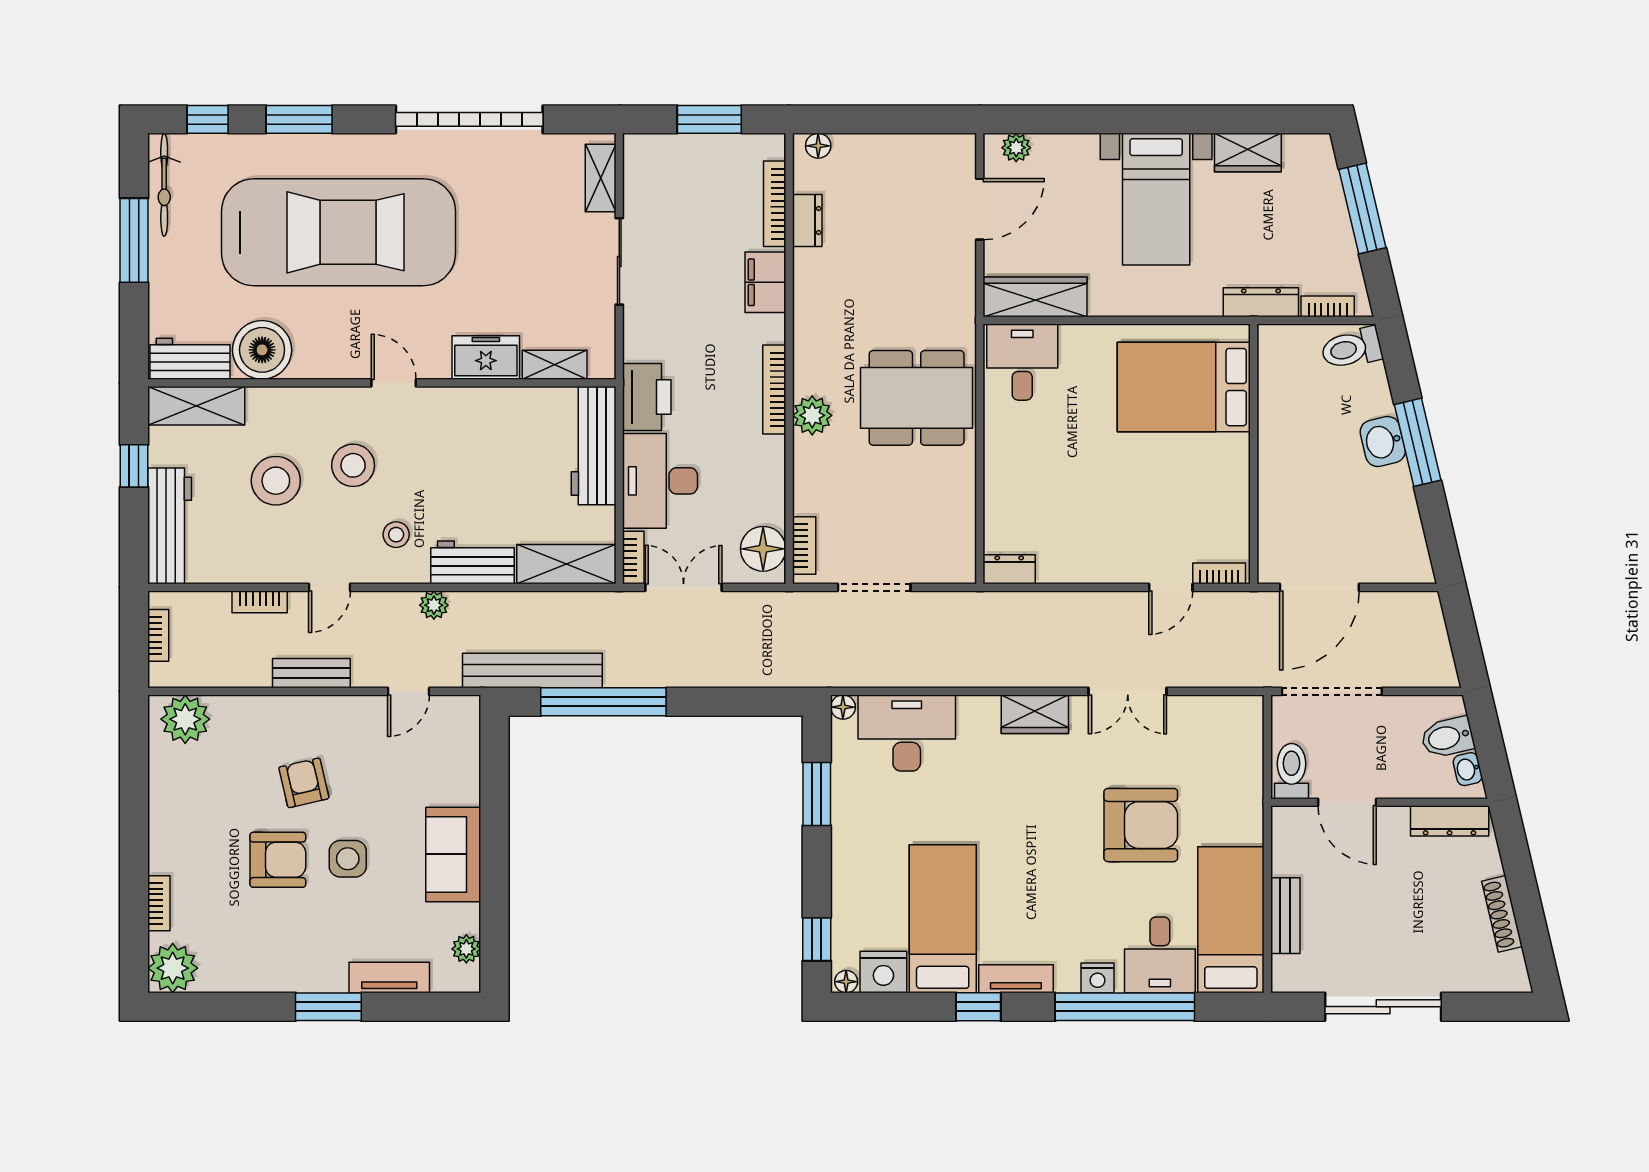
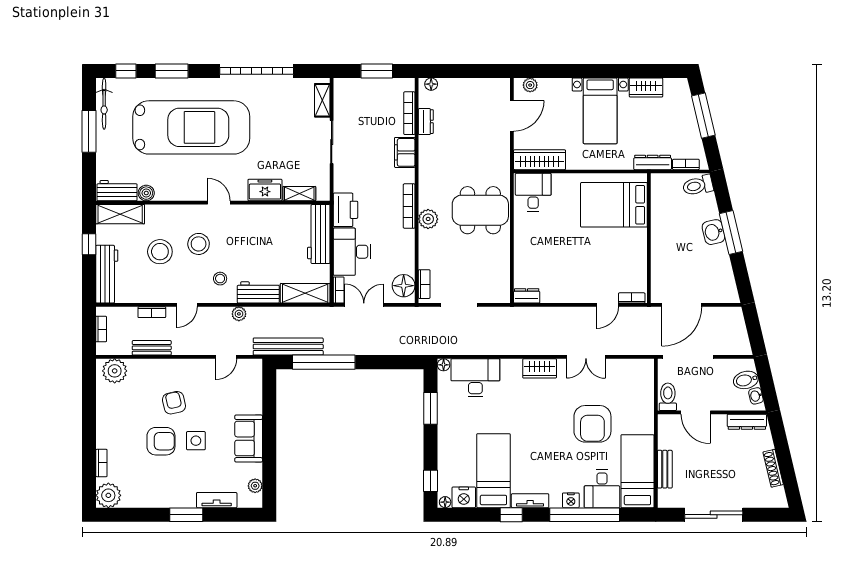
boiler: (262, 350) -> (146, 193), width x0.54, depth x0.54
bench: (311, 673) -> (152, 348), moved
armchair: (1141, 825) -> (592, 424), turned 90

